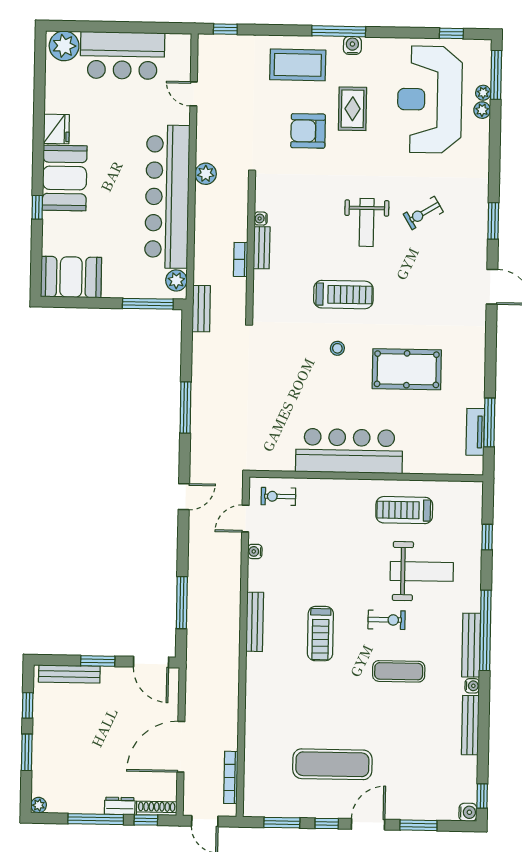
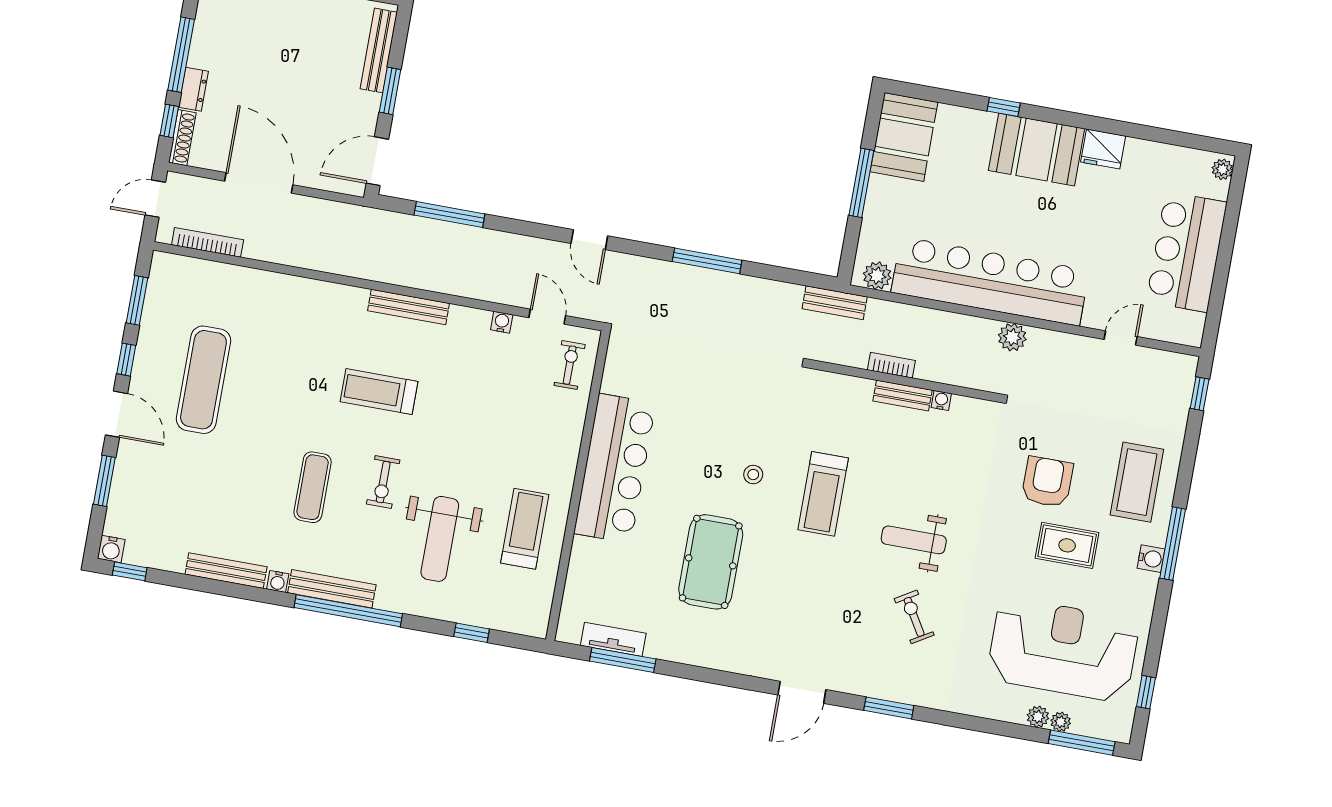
plant: (64, 46) -> (1222, 169), width x0.53, depth x0.53
window: (148, 304) -> (861, 183), moved

